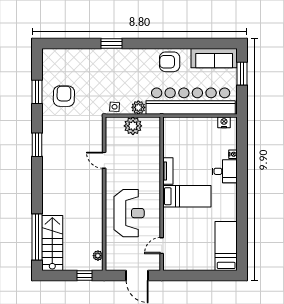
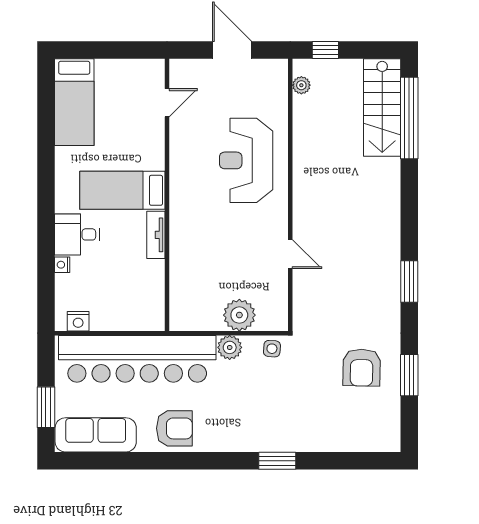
tv unit: (168, 171) -> (156, 235), moved
wall: (162, 194) -> (167, 195), moved
bed: (187, 196) -> (122, 190), moved
door: (162, 246) -> (167, 103), moved

